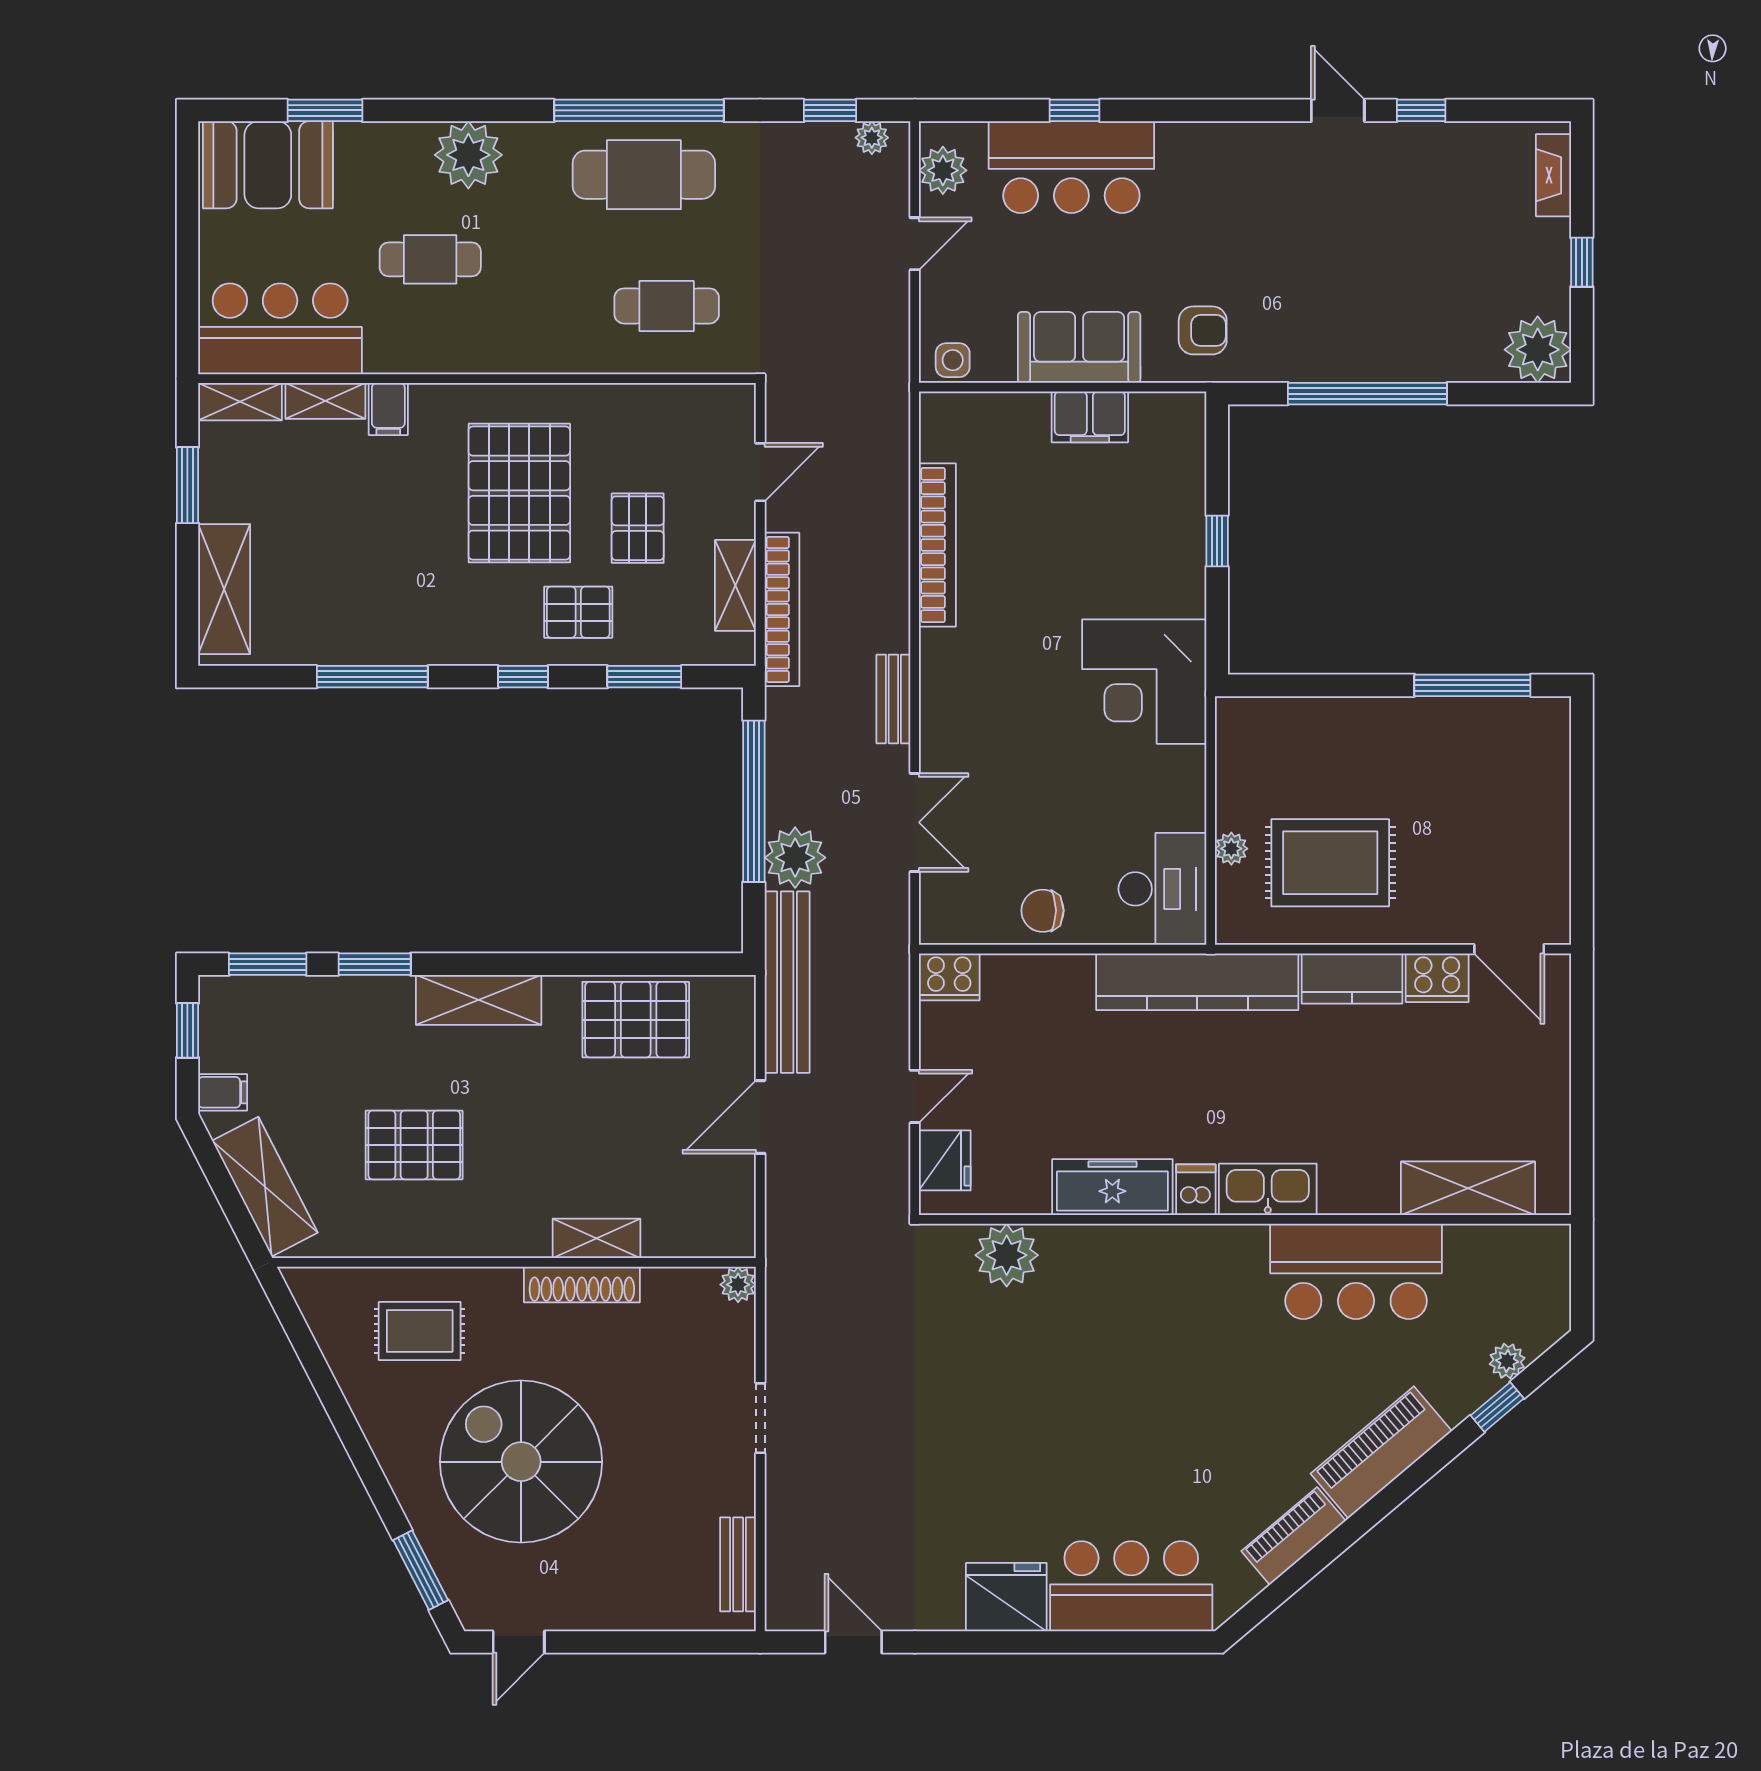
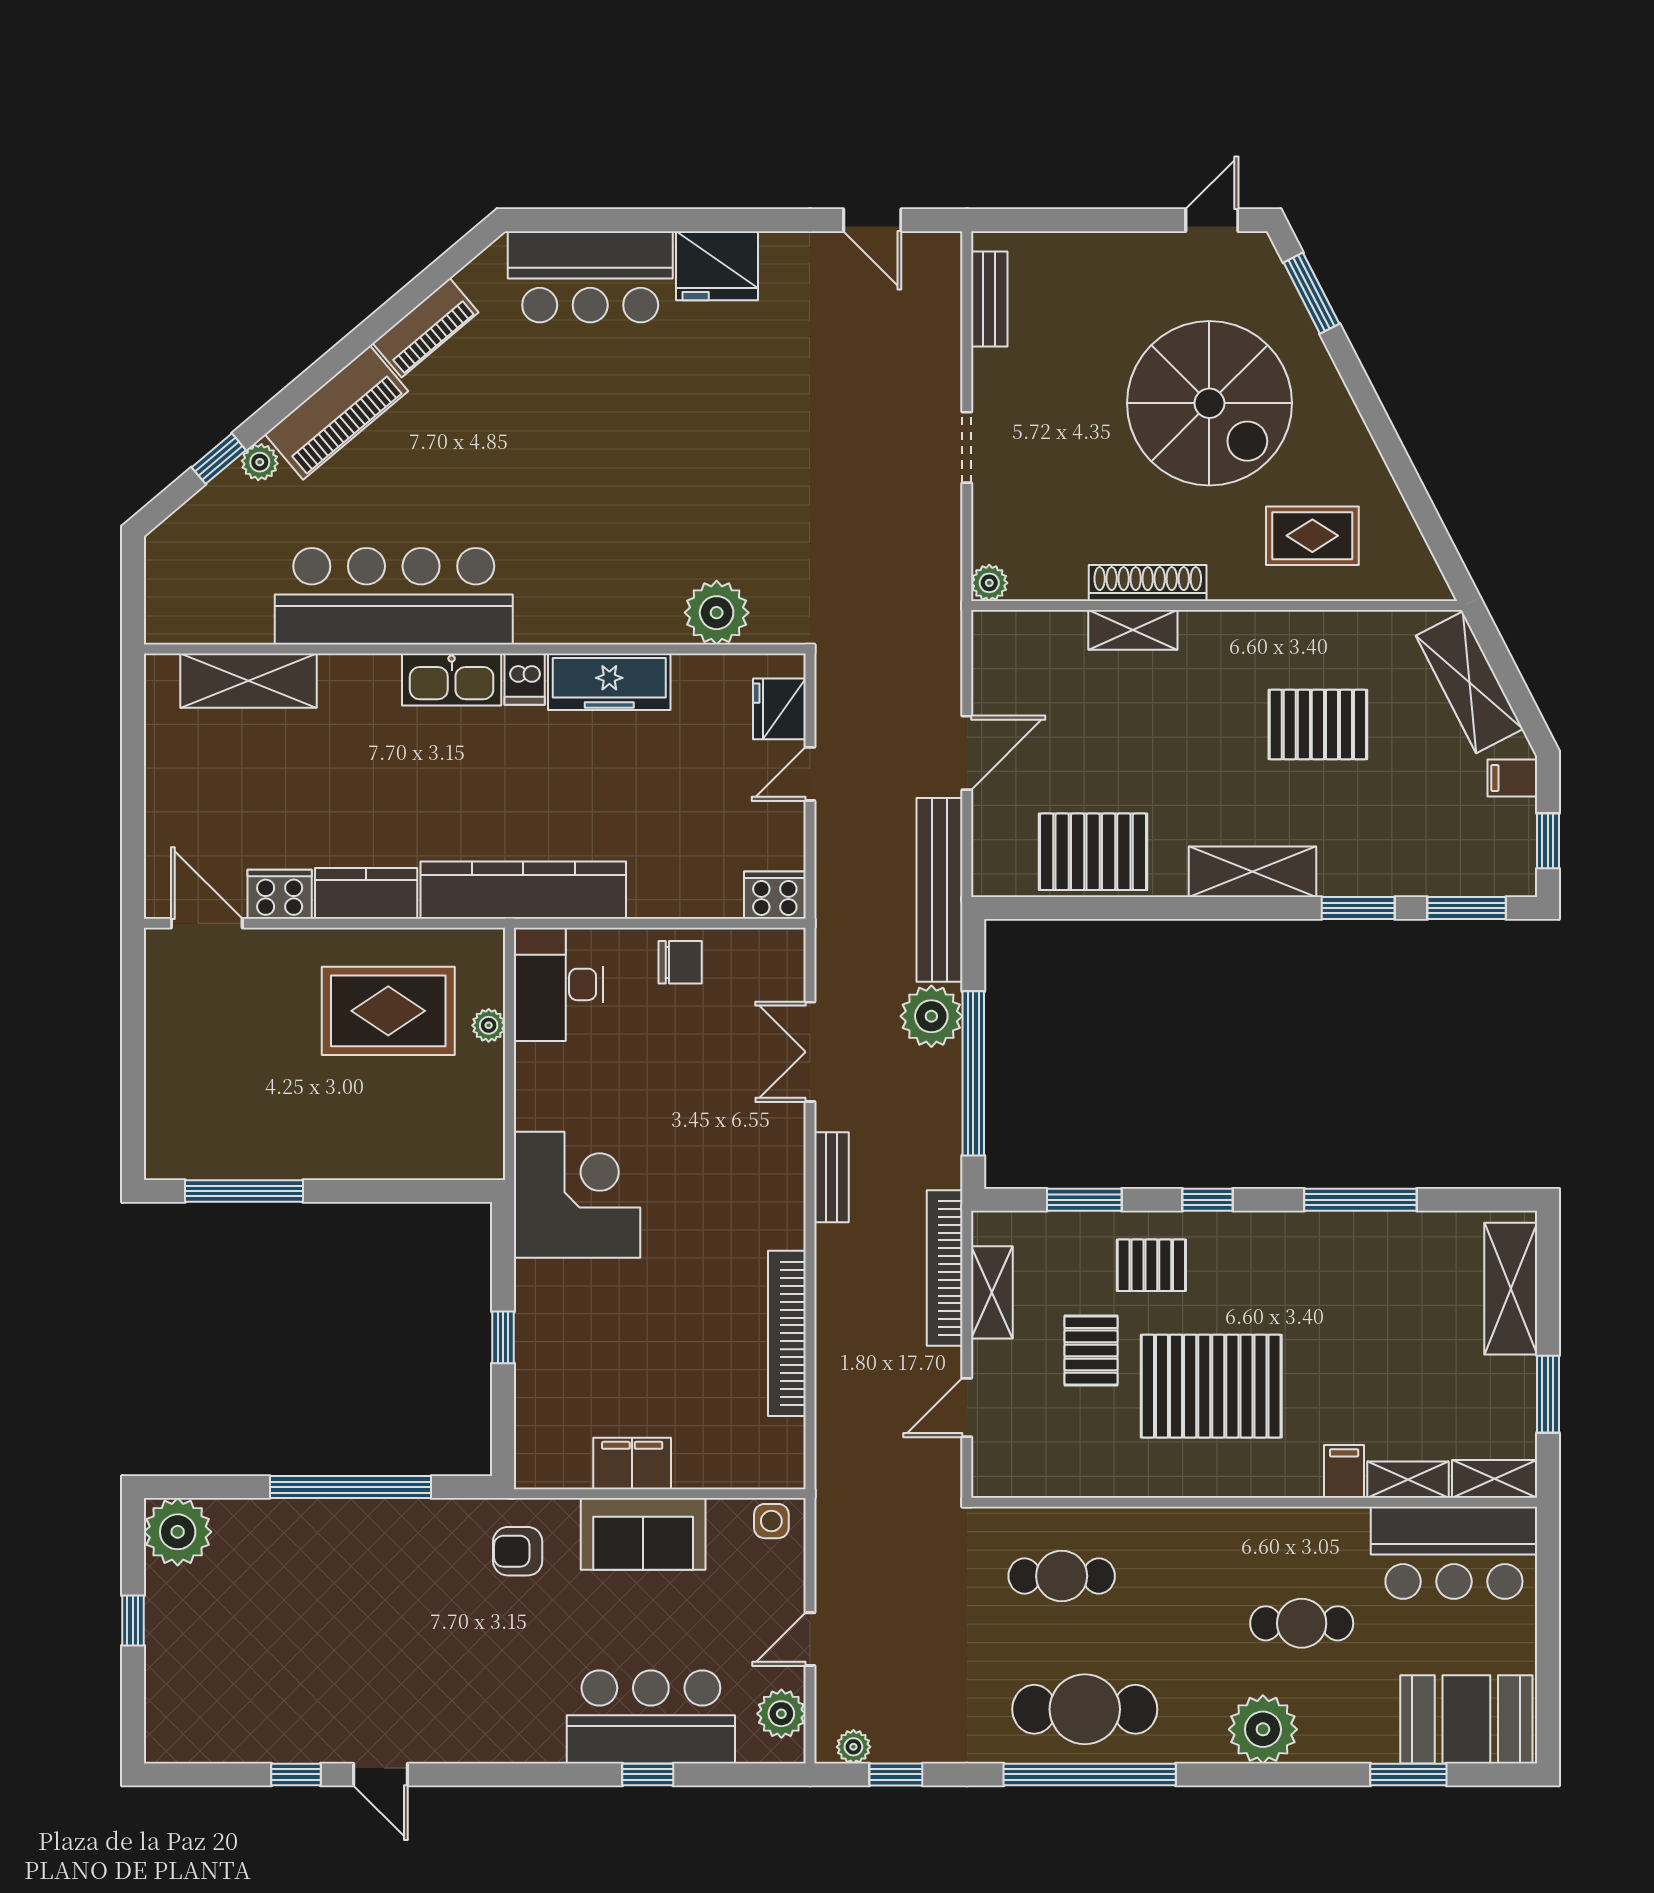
fireplace: (1553, 175) -> (162, 1709), removed
pallet: (519, 493) -> (1211, 1386), turned 90
bar counter: (1356, 1271) -> (394, 596), width x1.36
plant: (1507, 1361) -> (260, 462), moved

